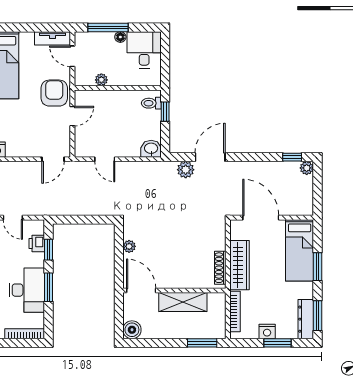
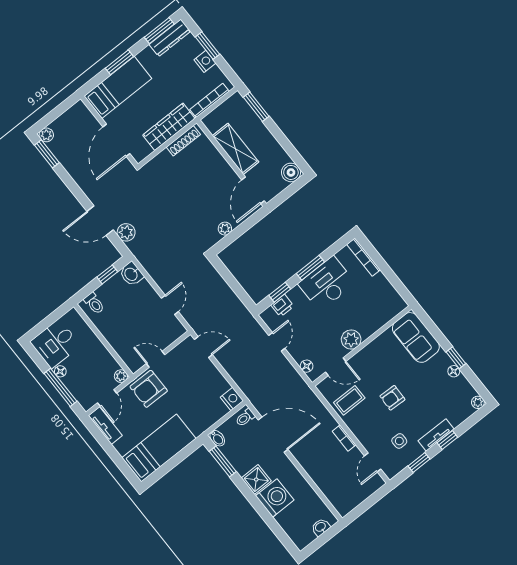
plant: (101, 80) -> (121, 376), moved
window: (165, 112) -> (107, 274), moved
window: (292, 157) -> (47, 154), width x1.50

